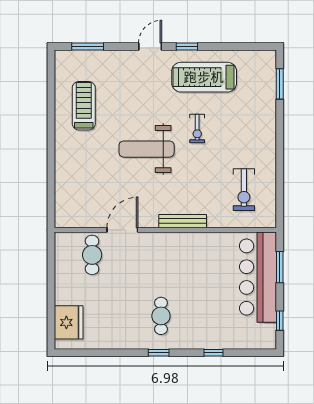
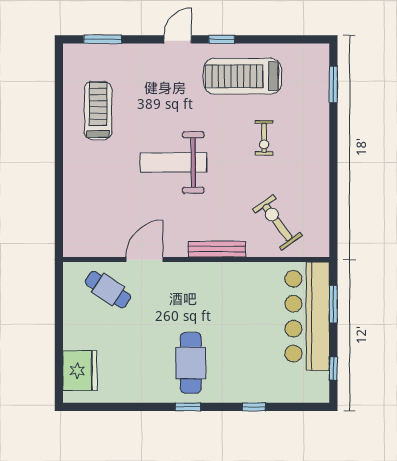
exercise bike: (197, 129) -> (264, 138), moved
exercise bike: (244, 190) -> (277, 222), moved, turned 144
cafe table: (92, 255) -> (108, 290), turned -56
cafe table: (161, 316) -> (191, 363), width x1.37, depth x1.35

